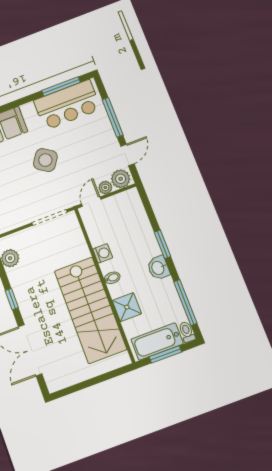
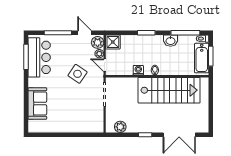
side table: (45, 160) -> (78, 74), moved
washbasin: (158, 268) -> (171, 41), moved
shower: (127, 307) -> (113, 42), moved

